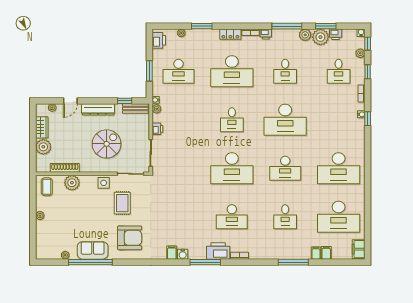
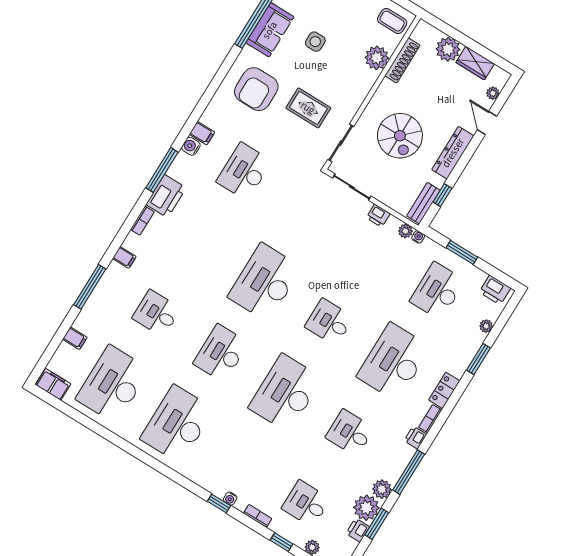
side table: (104, 183) -> (315, 42), moved
desk: (232, 217) -> (244, 172), moved
filing cabinet: (316, 253) -> (124, 257), moved

